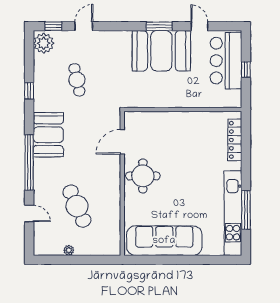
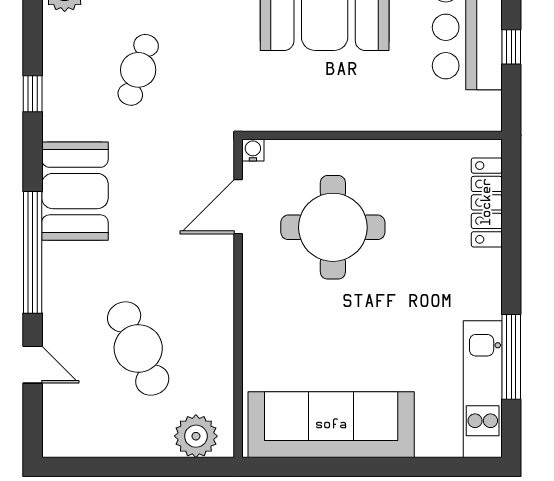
cafe table: (77, 80) -> (138, 70), turned 30
water cooler: (129, 116) -> (253, 150), added
round table: (143, 176) -> (333, 227), moved, width x1.36, depth x1.36
kitchen unit: (233, 213) -> (483, 389), width x0.73
plant: (69, 250) -> (196, 436), moved, width x1.87, depth x1.87

